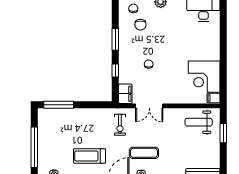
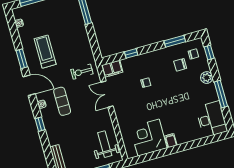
window: (115, 39) -> (175, 41), moved
filing cabinet: (214, 98) -> (171, 141), moved

